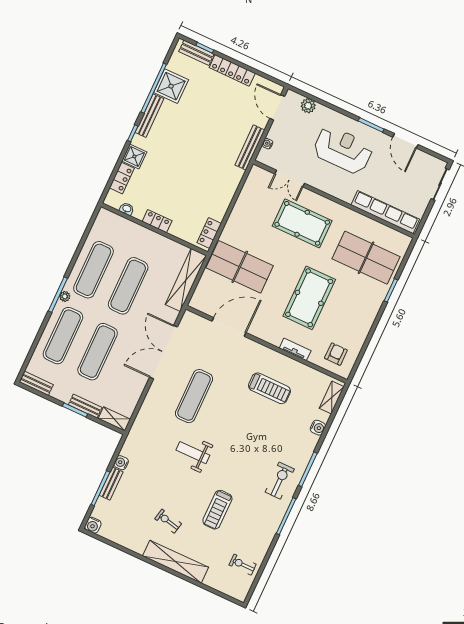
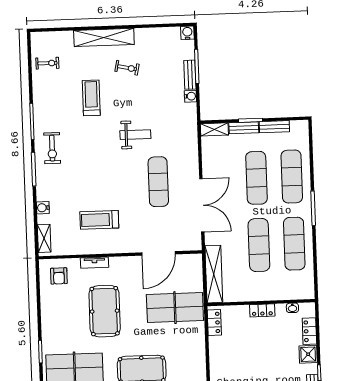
plant: (65, 296) -> (307, 210), removed
bench: (36, 383) -> (274, 127), moved

